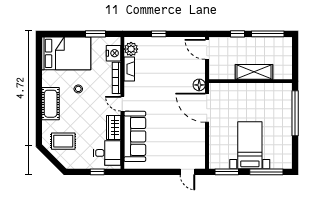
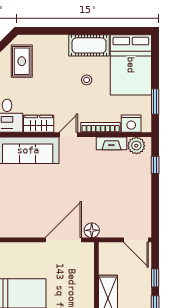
window: (159, 34) -> (155, 165), moved
door: (207, 49) -> (136, 240), swing flipped
cot: (51, 104) -> (89, 45), moved

